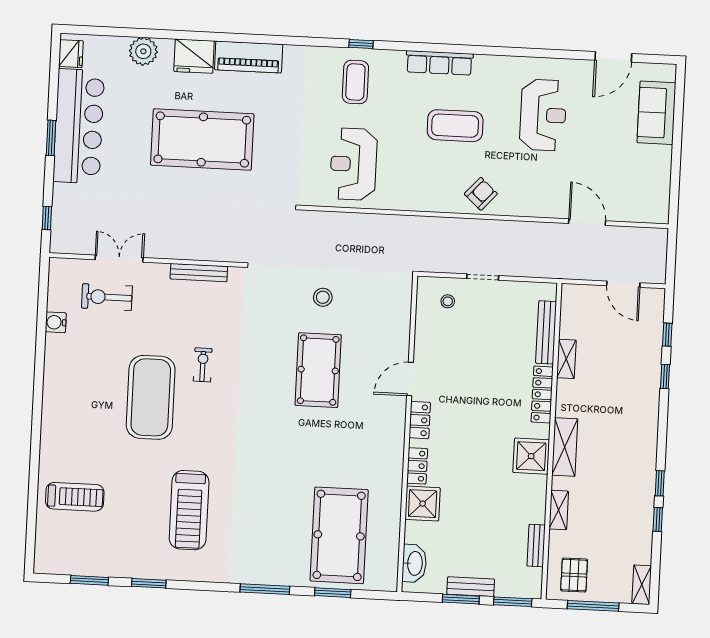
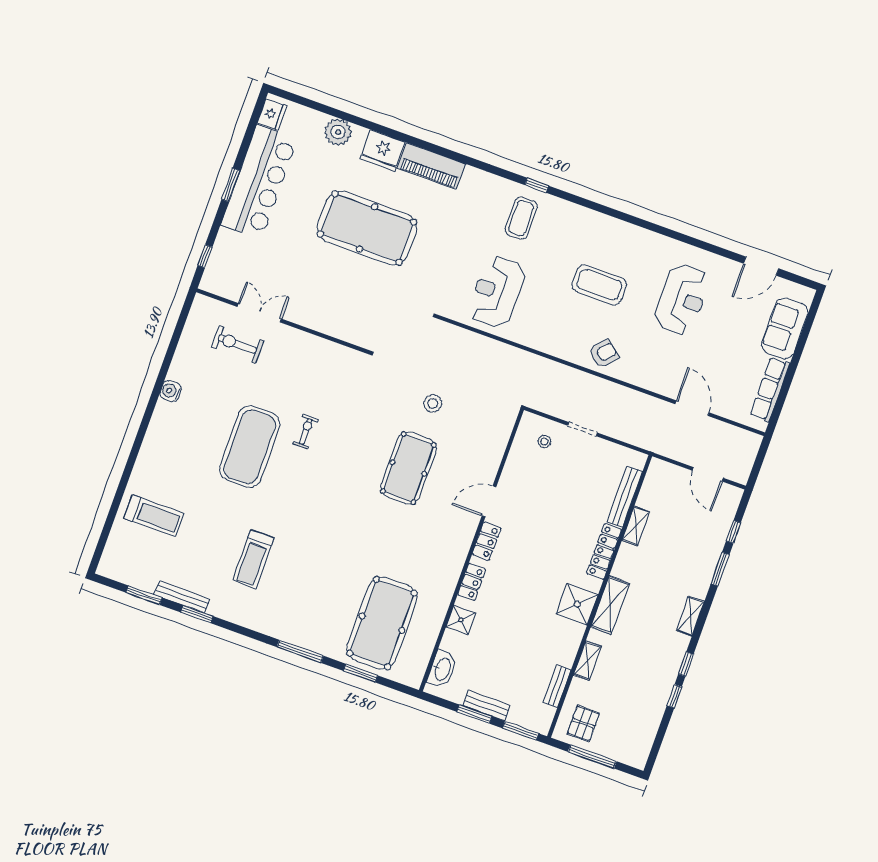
row of seats: (439, 63) -> (770, 389), moved, turned 90
bench: (199, 273) -> (182, 597), moved
water cooler: (56, 322) -> (171, 391), moved
window: (665, 377) -> (720, 569), width x1.50
shower: (423, 504) -> (461, 620), width x0.73, depth x0.73
treadmill: (189, 510) -> (253, 559), width x0.73, depth x0.73
shelving: (642, 585) -> (690, 616), moved

